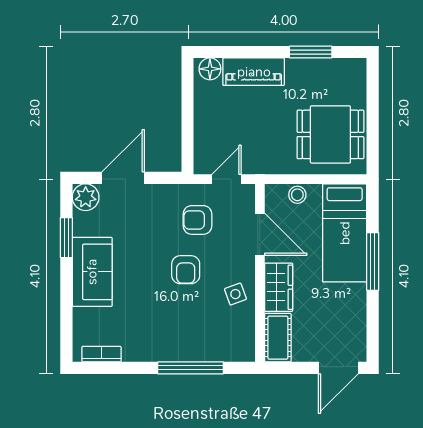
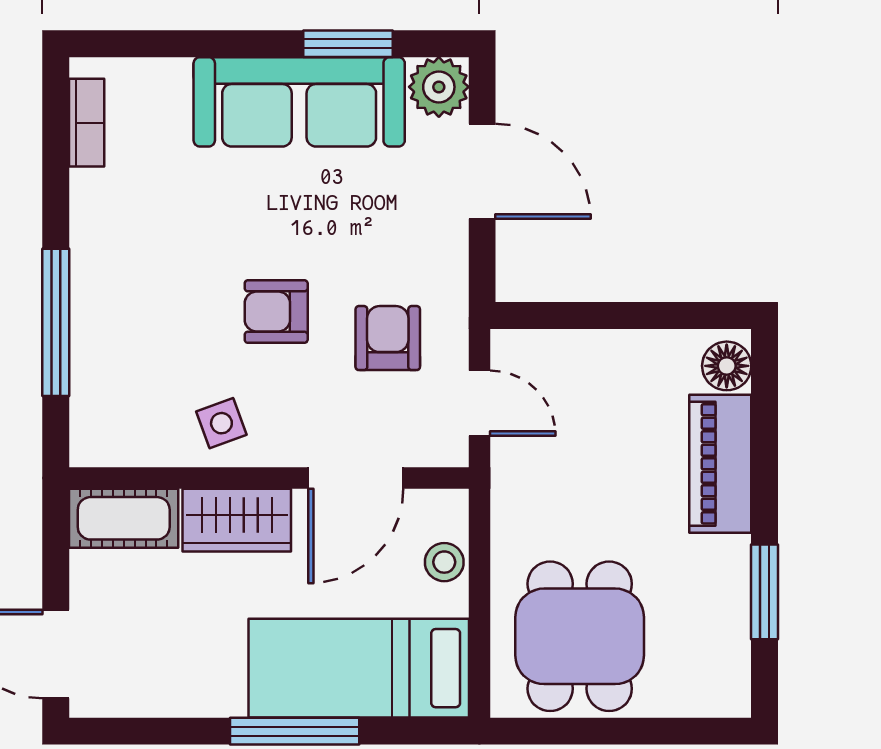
sofa: (92, 272) -> (299, 102), width x1.36

